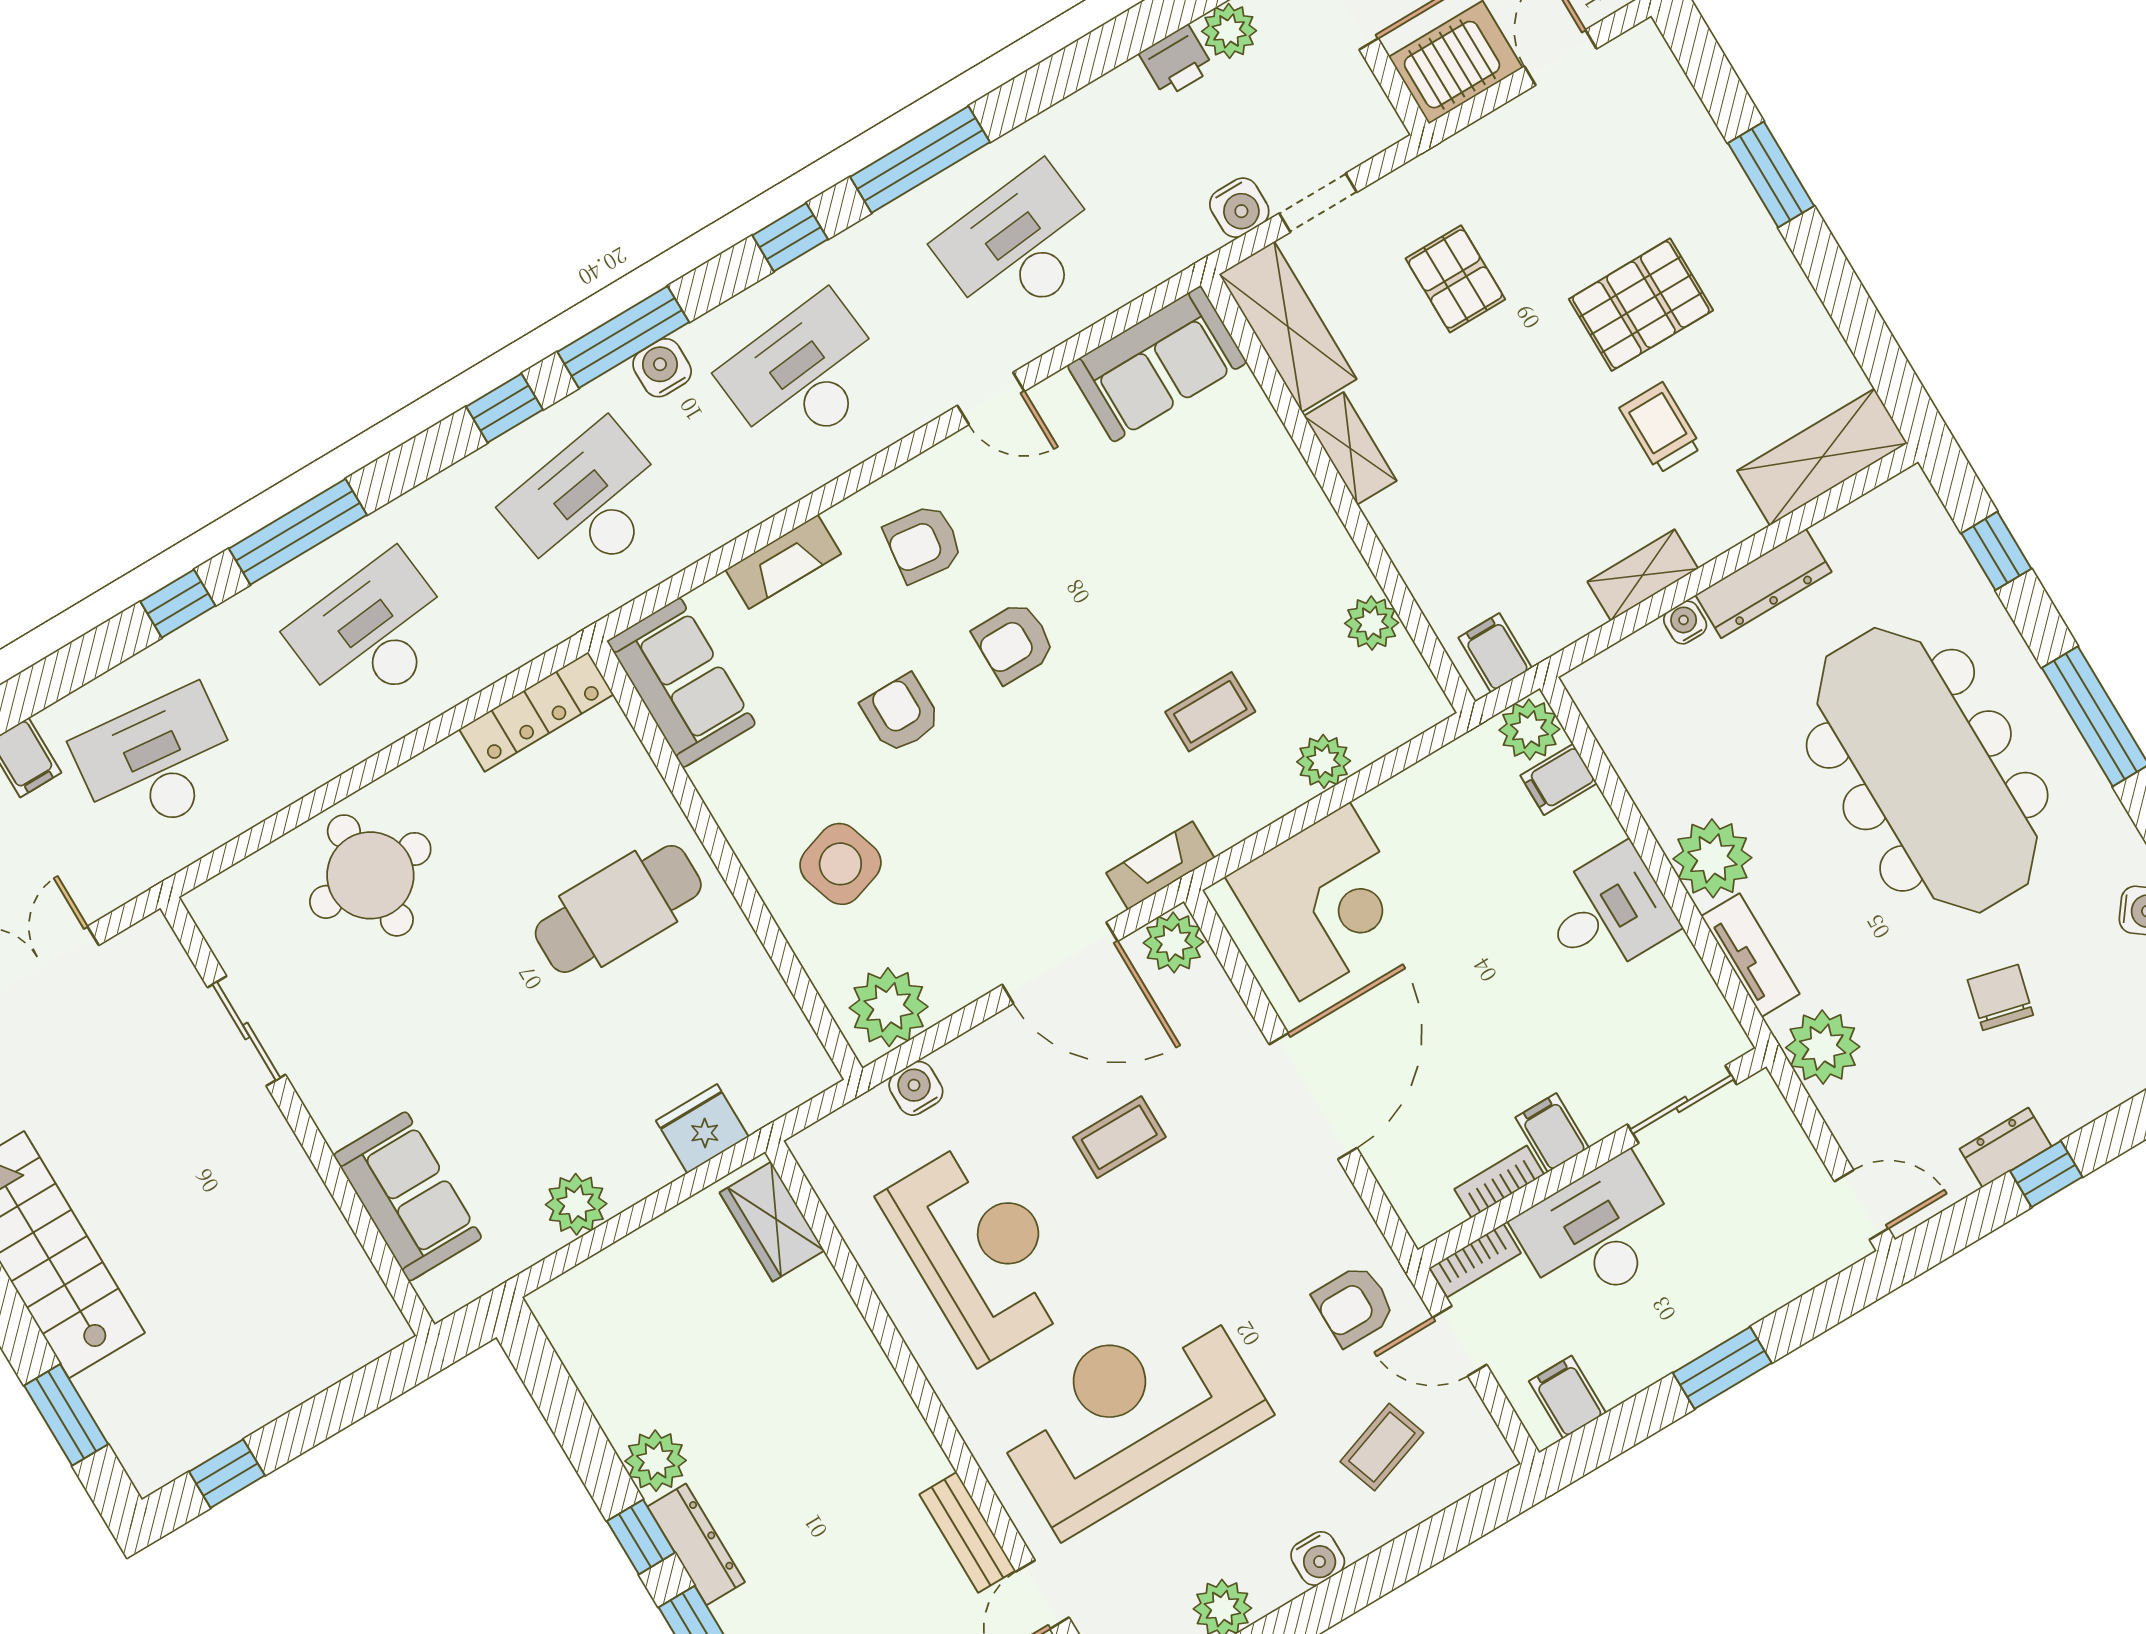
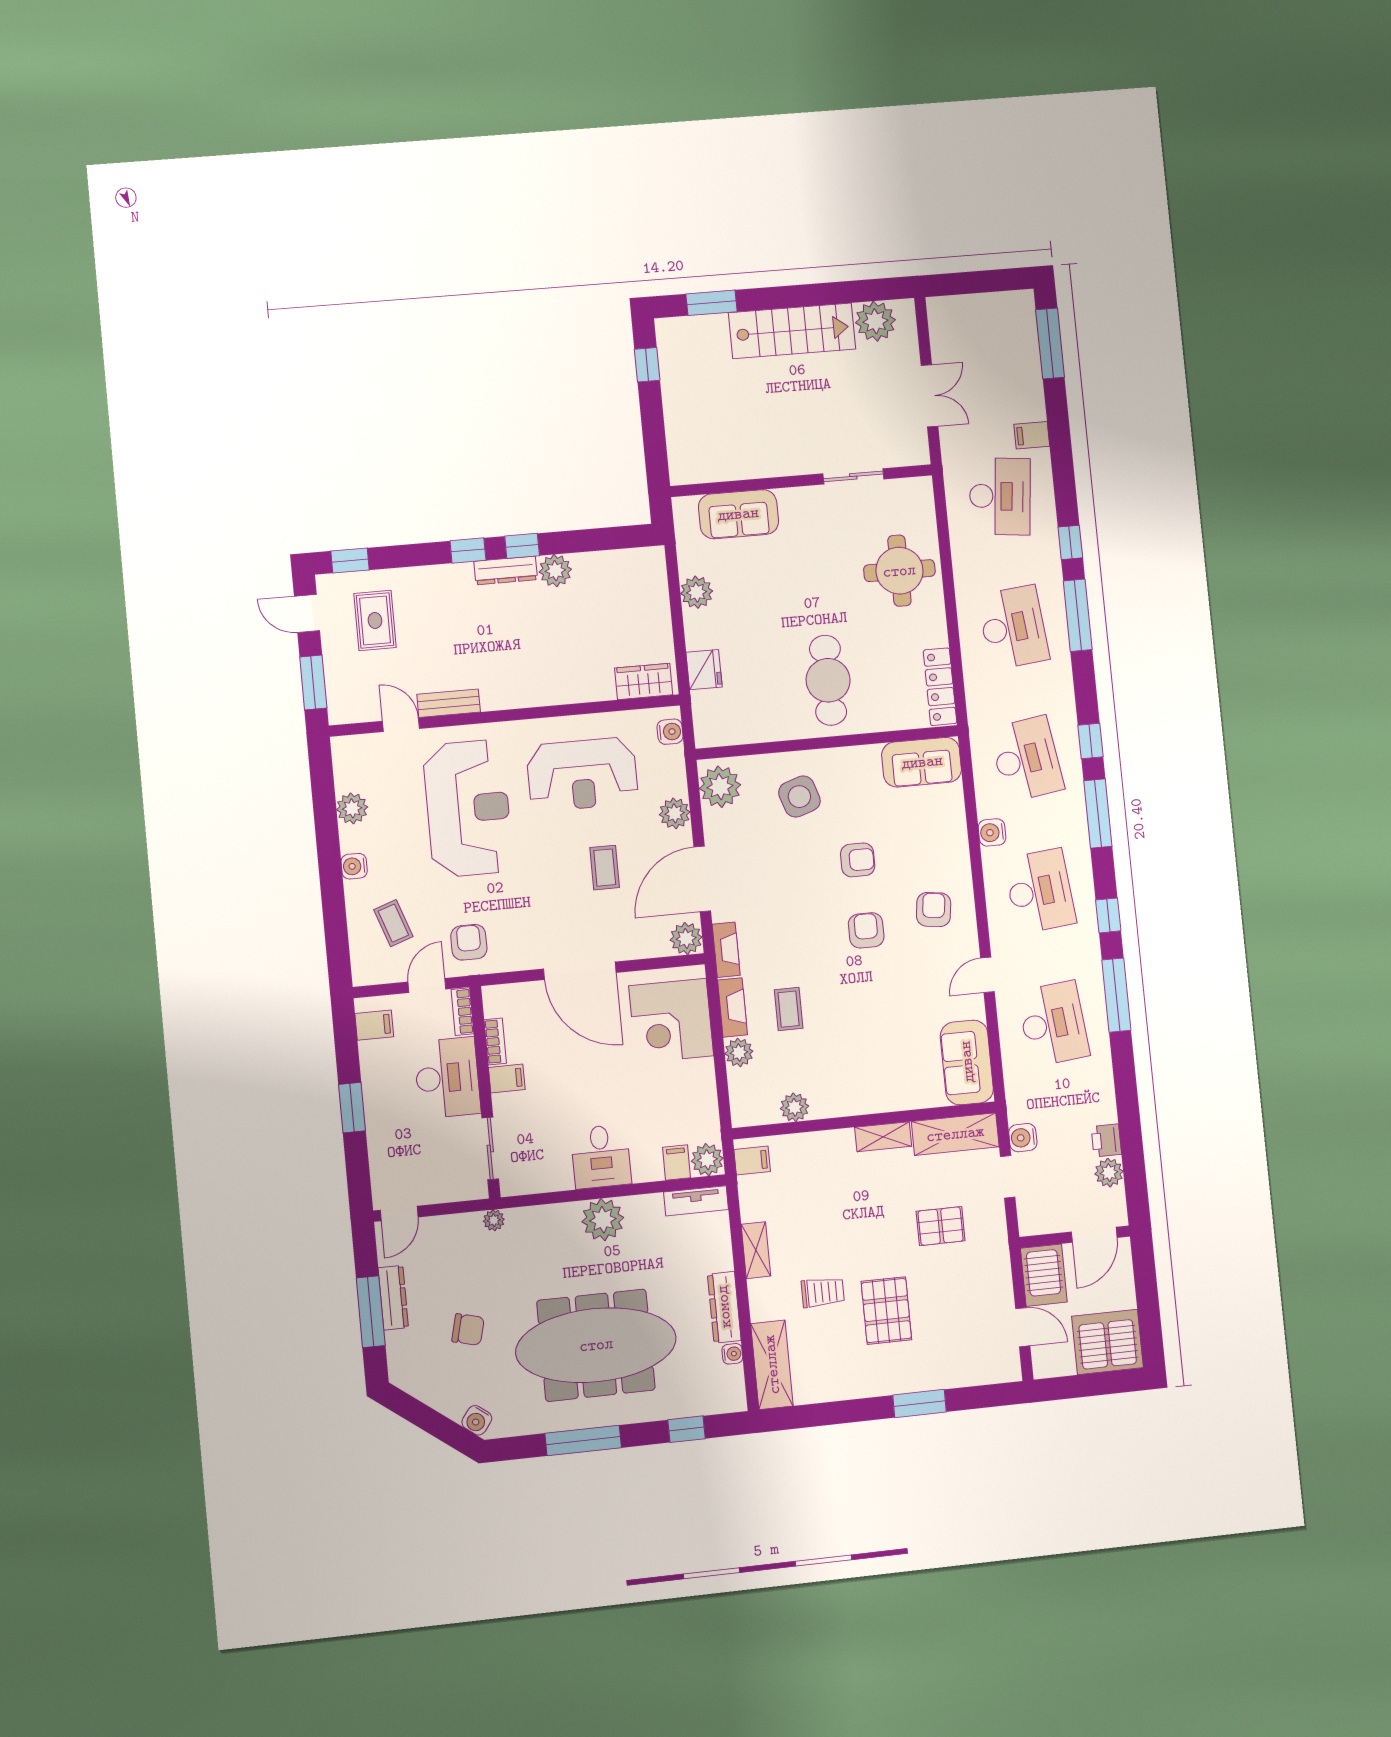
water cooler: (662, 368) -> (992, 832), moved, turned 180
fireplace: (783, 562) -> (733, 1007), moved, turned 180
water cooler: (1685, 622) -> (732, 1354), moved
tv unit: (1750, 955) -> (696, 1201), moved
plant: (1823, 1047) -> (494, 1220), width x0.53, depth x0.53
plant: (971, 1063) -> (675, 813), added
water cooler: (916, 1088) -> (670, 732), moved
dresser: (2005, 1148) -> (393, 1298), width x1.44
window: (2046, 1174) -> (371, 1312), width x2.17

